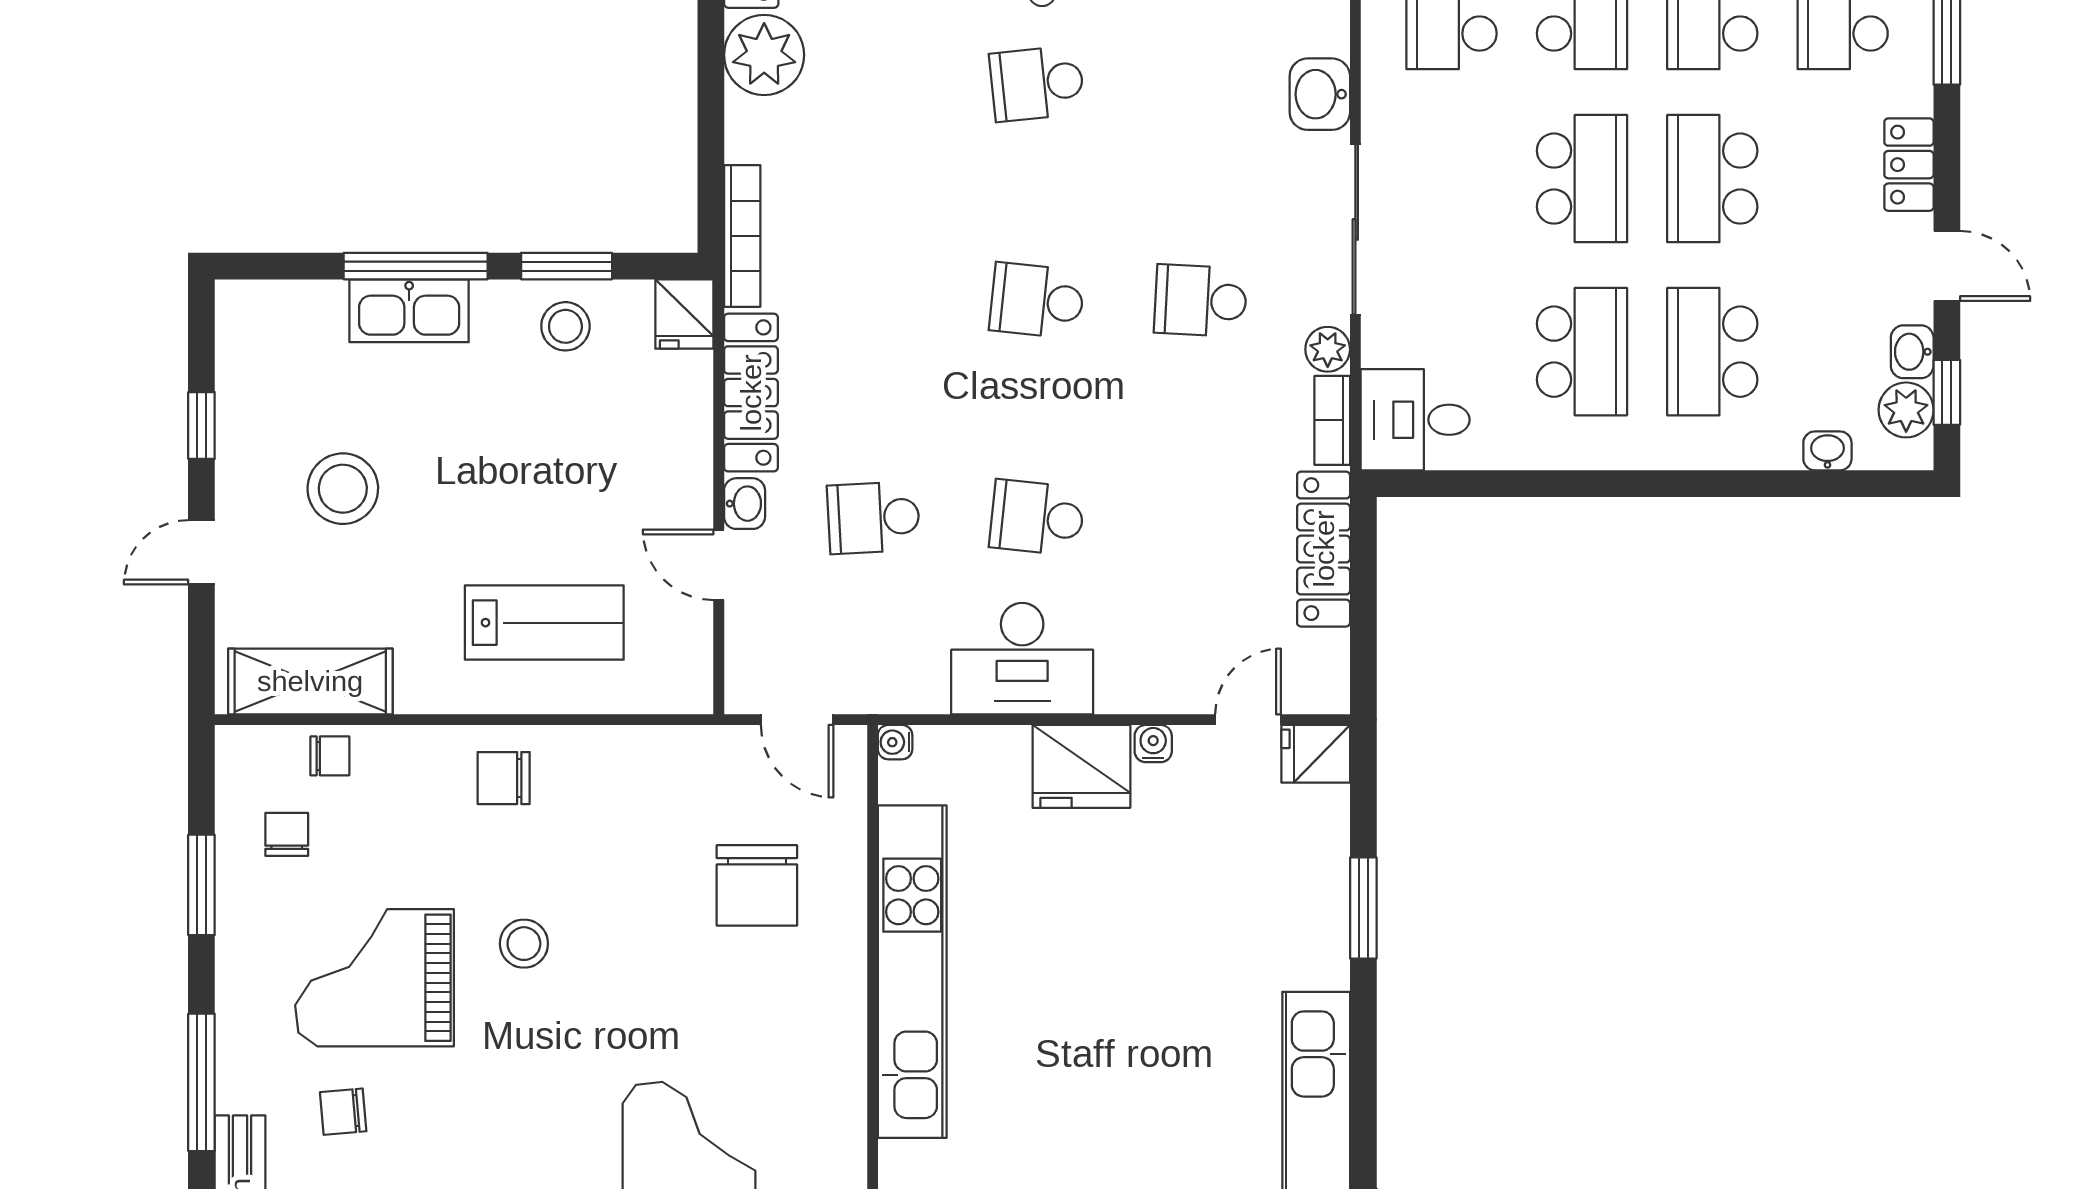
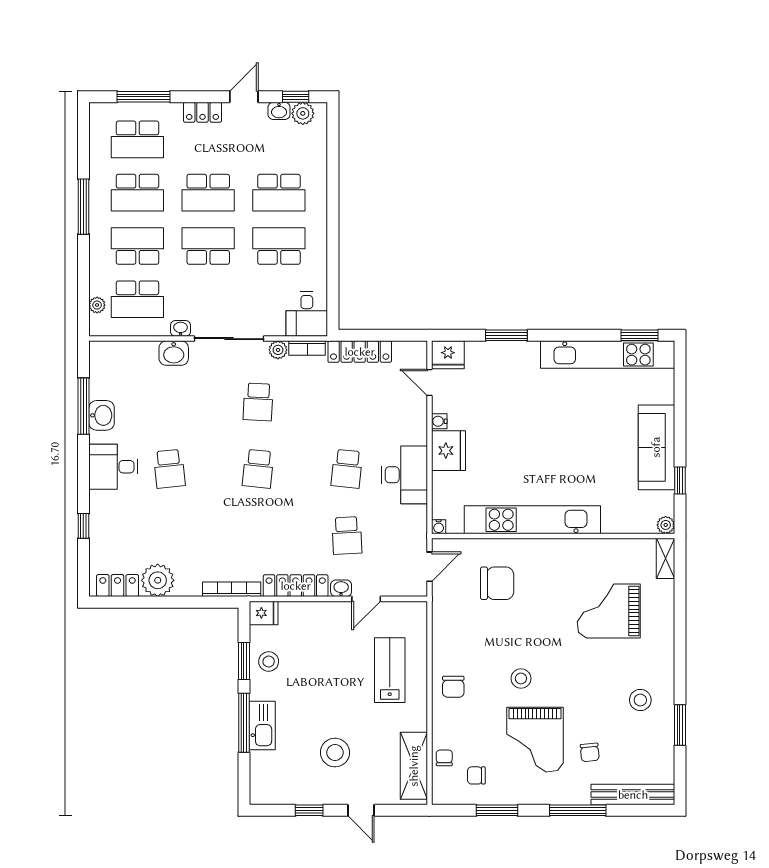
washbasin: (1827, 451) -> (181, 328), moved, turned 90
fridge: (1316, 754) -> (448, 355), width x1.38

